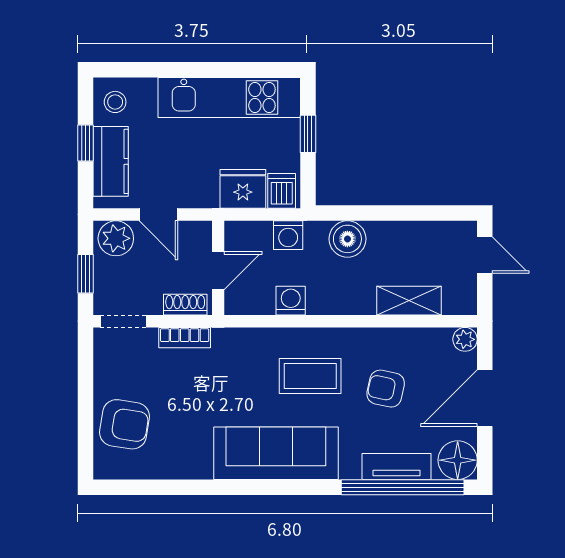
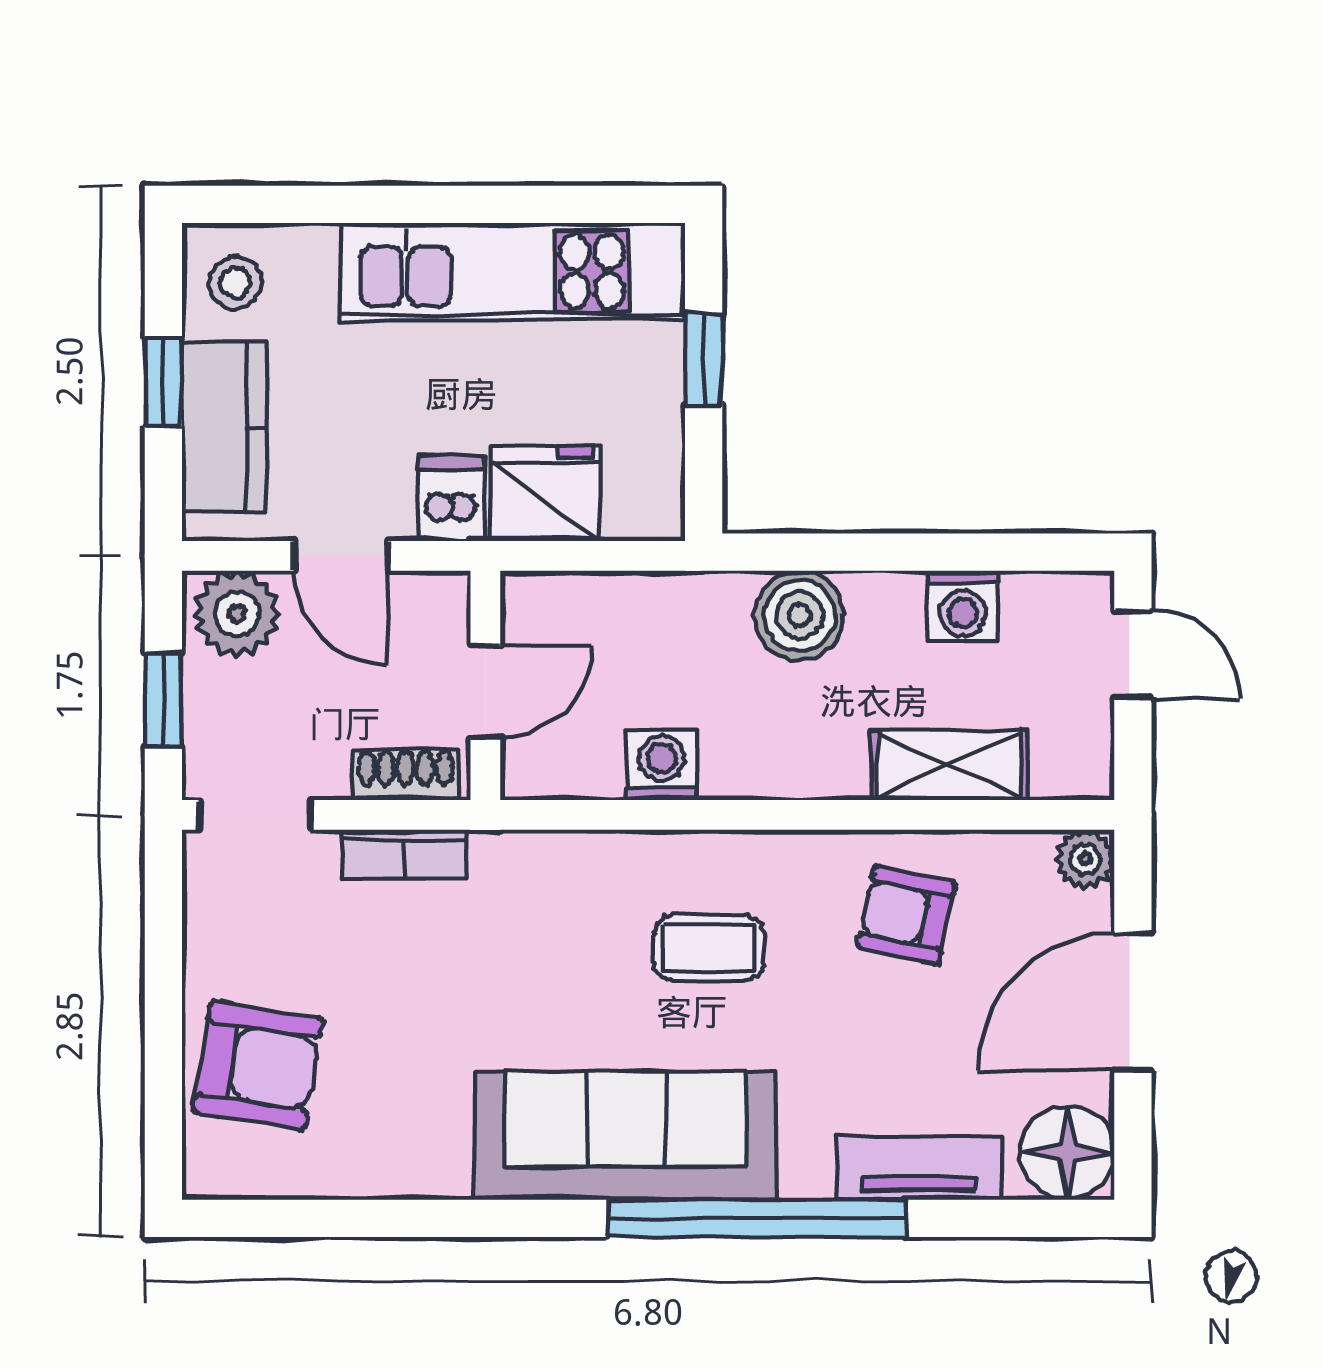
dishwasher: (282, 191) -> (451, 498), moved
washing machine: (288, 235) -> (963, 606), moved
coffee table: (310, 376) -> (709, 948), width x0.73, depth x0.77
armchair: (386, 389) -> (907, 915), moved
window: (403, 487) -> (757, 1218), moved

